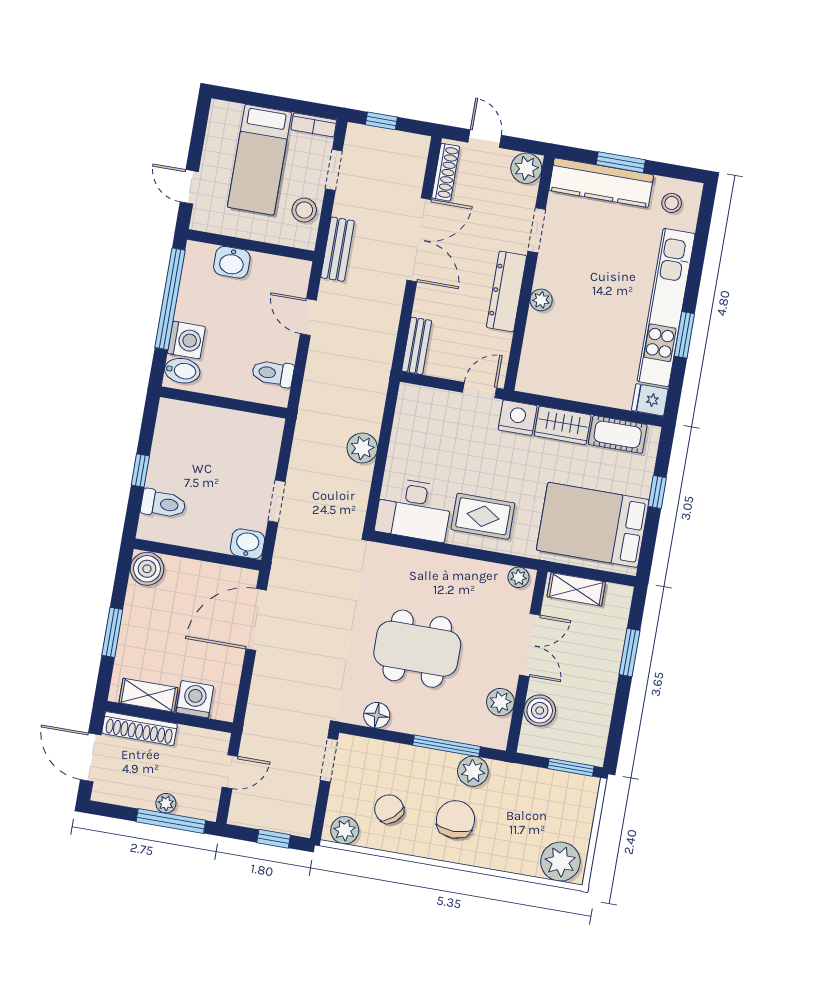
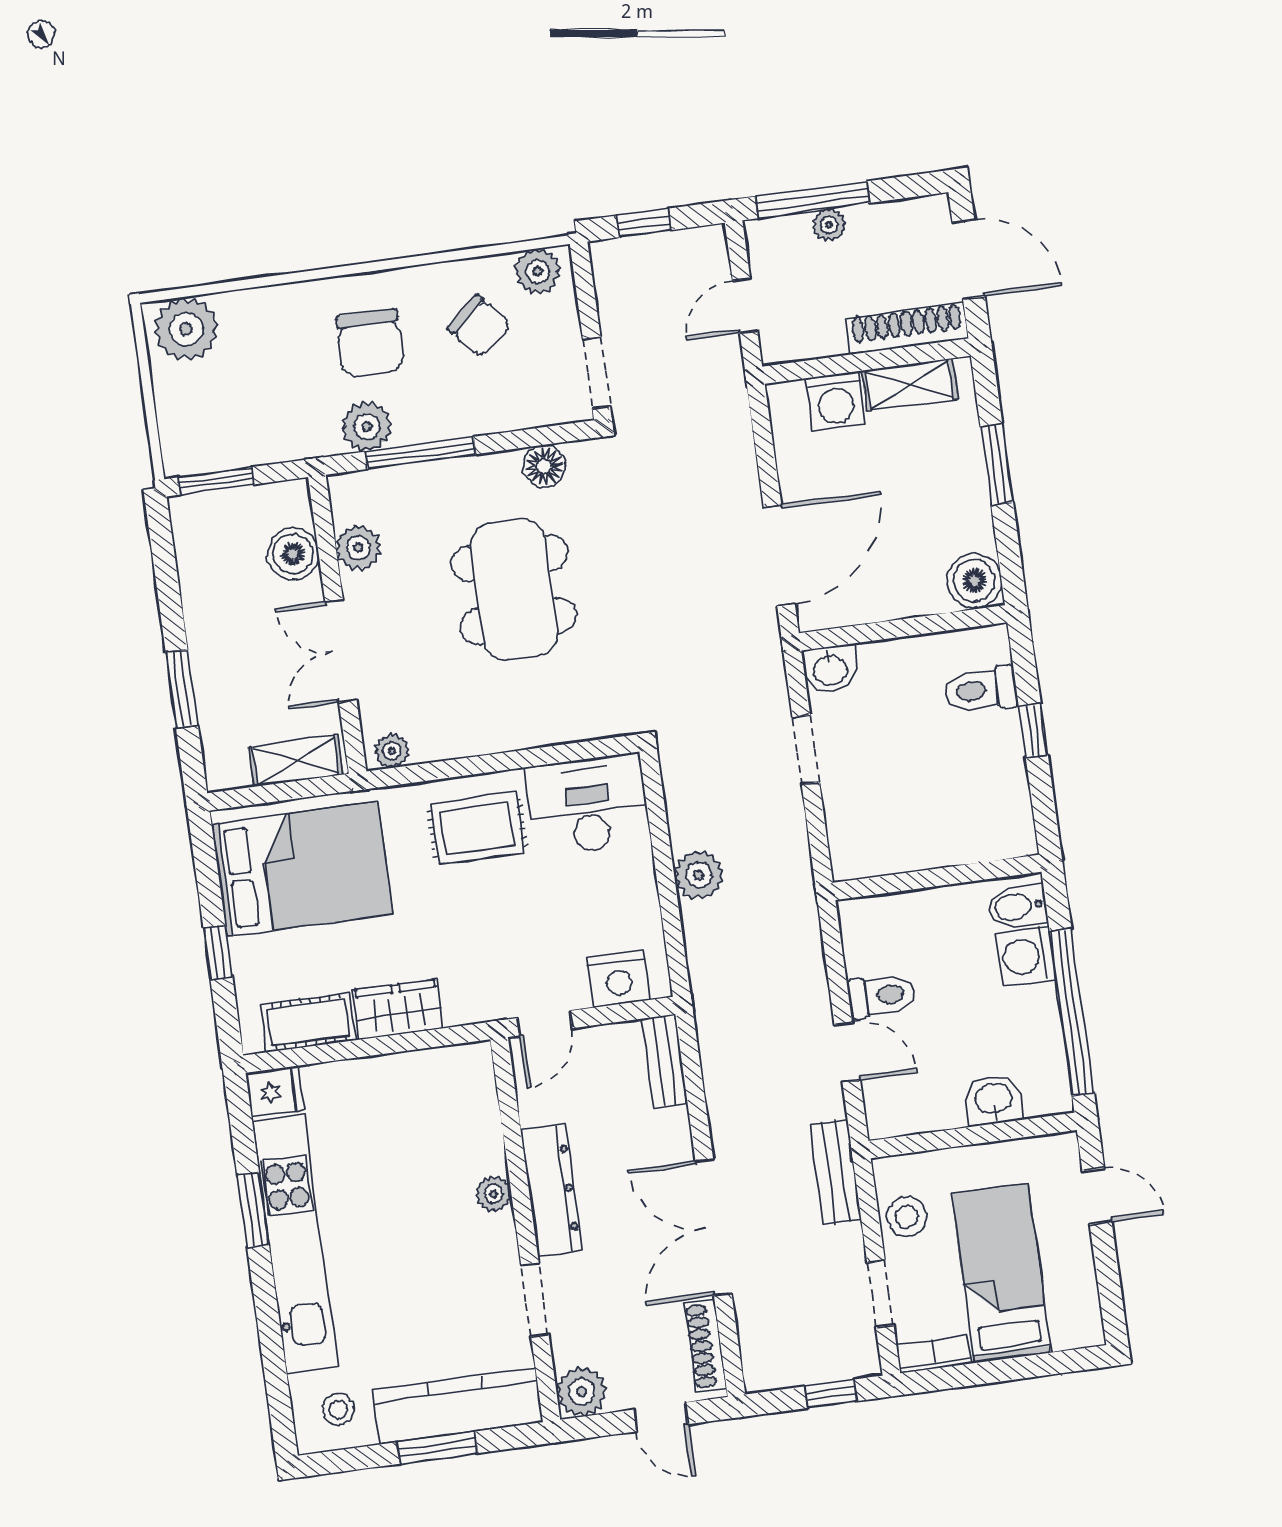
toilet: (273, 373) -> (882, 996), moved
nightstand: (518, 418) -> (619, 979), moved
dining table: (417, 649) -> (514, 590), turned 90

